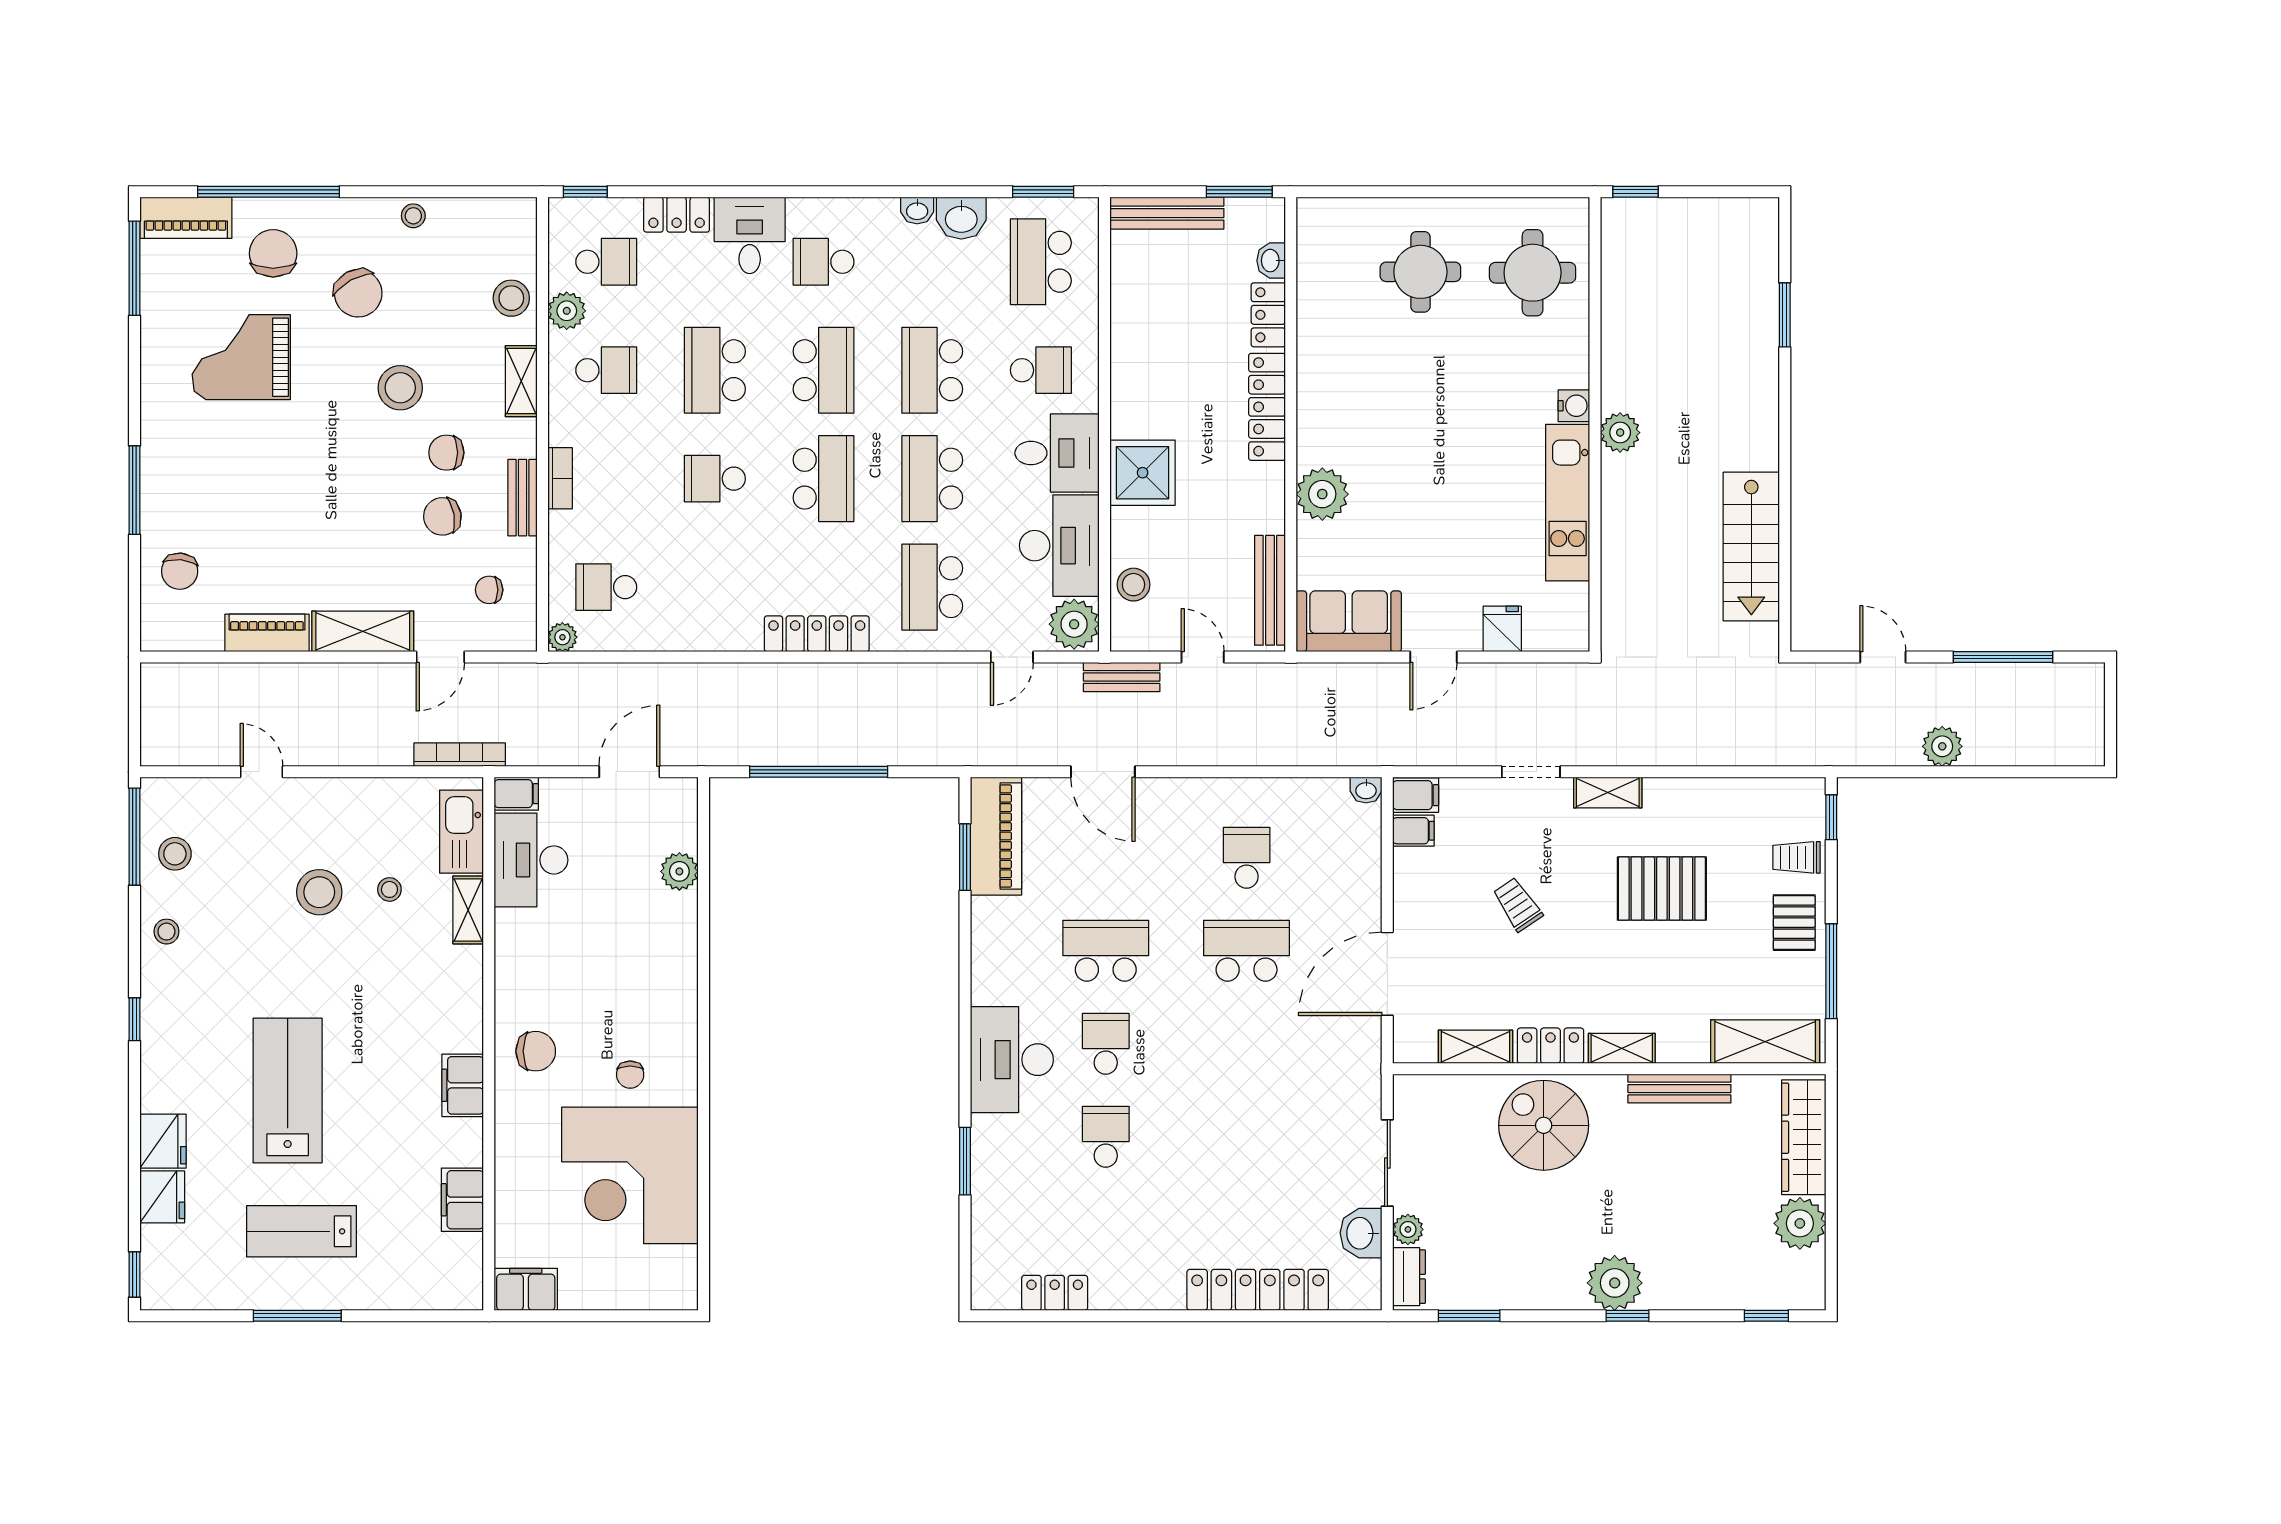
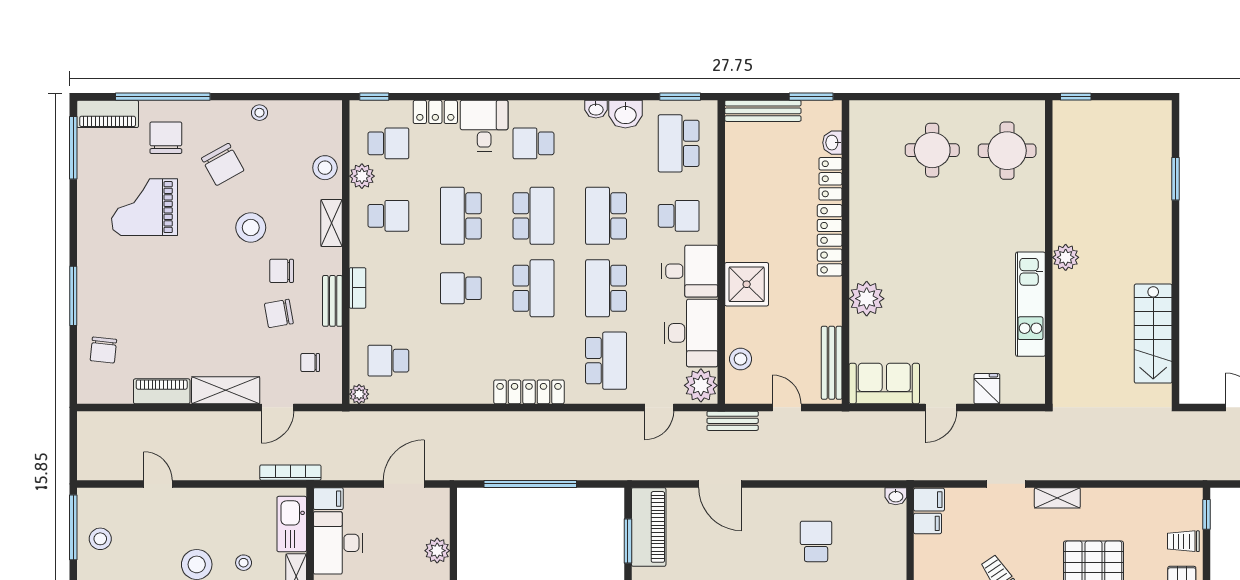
water cooler: (1574, 406) -> (1035, 240), removed
school desk: (932, 587) -> (606, 361), turned 180

